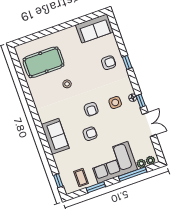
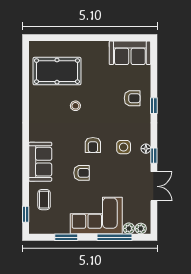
coffee table: (81, 178) -> (44, 200), moved

